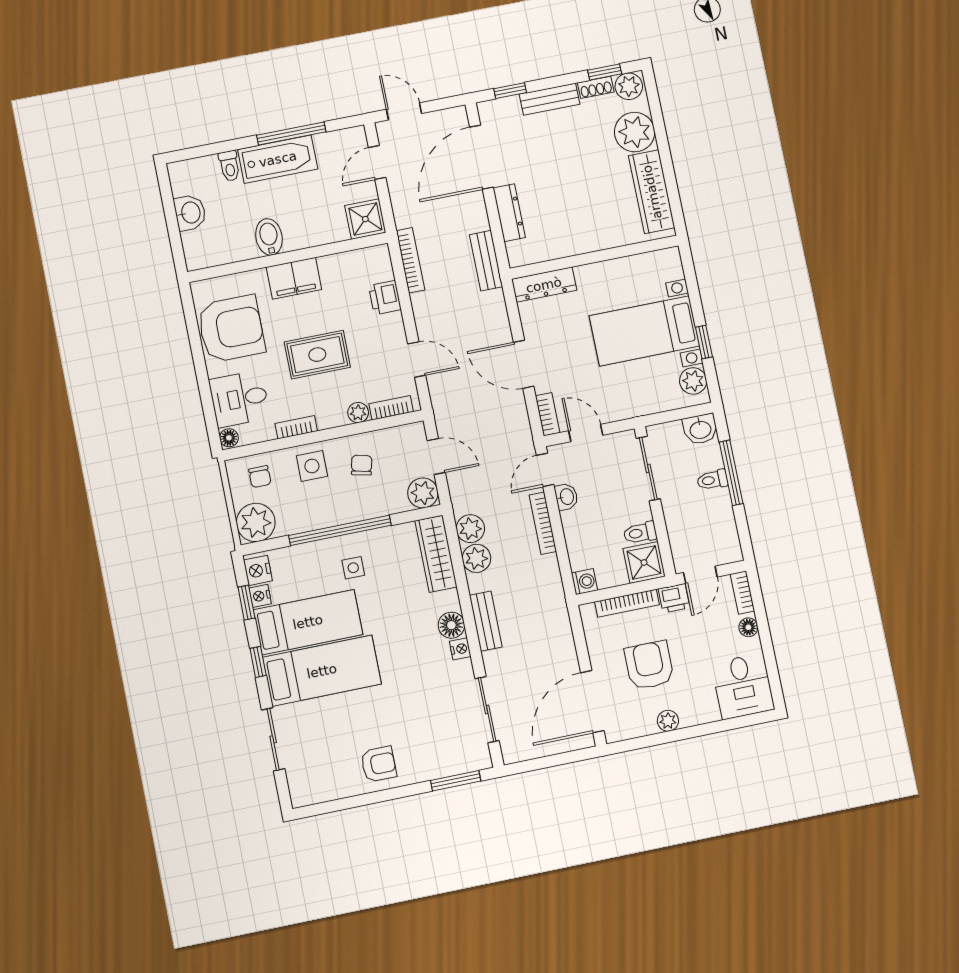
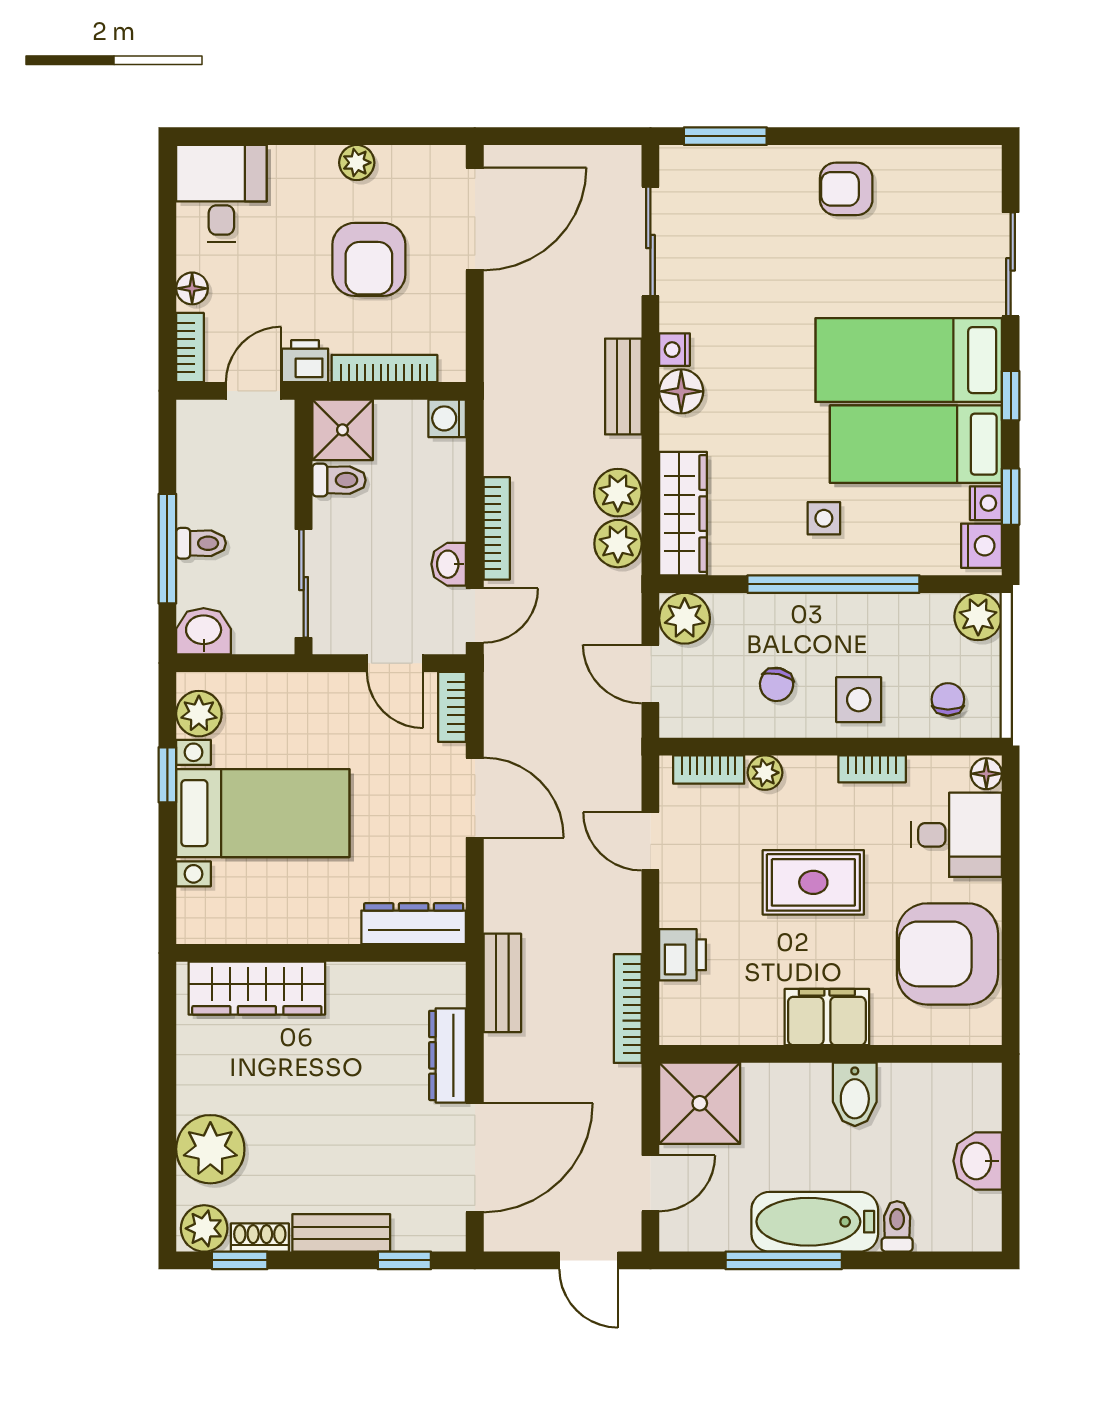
wardrobe: (652, 192) -> (257, 988), moved, turned 90
shower: (365, 219) -> (700, 1103), width x1.36, depth x1.36
plant: (256, 522) -> (978, 617), width x0.73, depth x0.73

